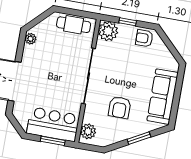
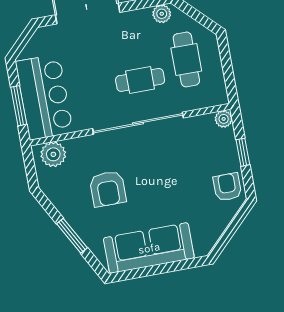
cafe table: (74, 25) -> (186, 59), moved
plant: (108, 31) -> (224, 119), width x0.53, depth x0.53
cafe table: (64, 65) -> (140, 80), added
armchair: (120, 107) -> (108, 189), turned -90

